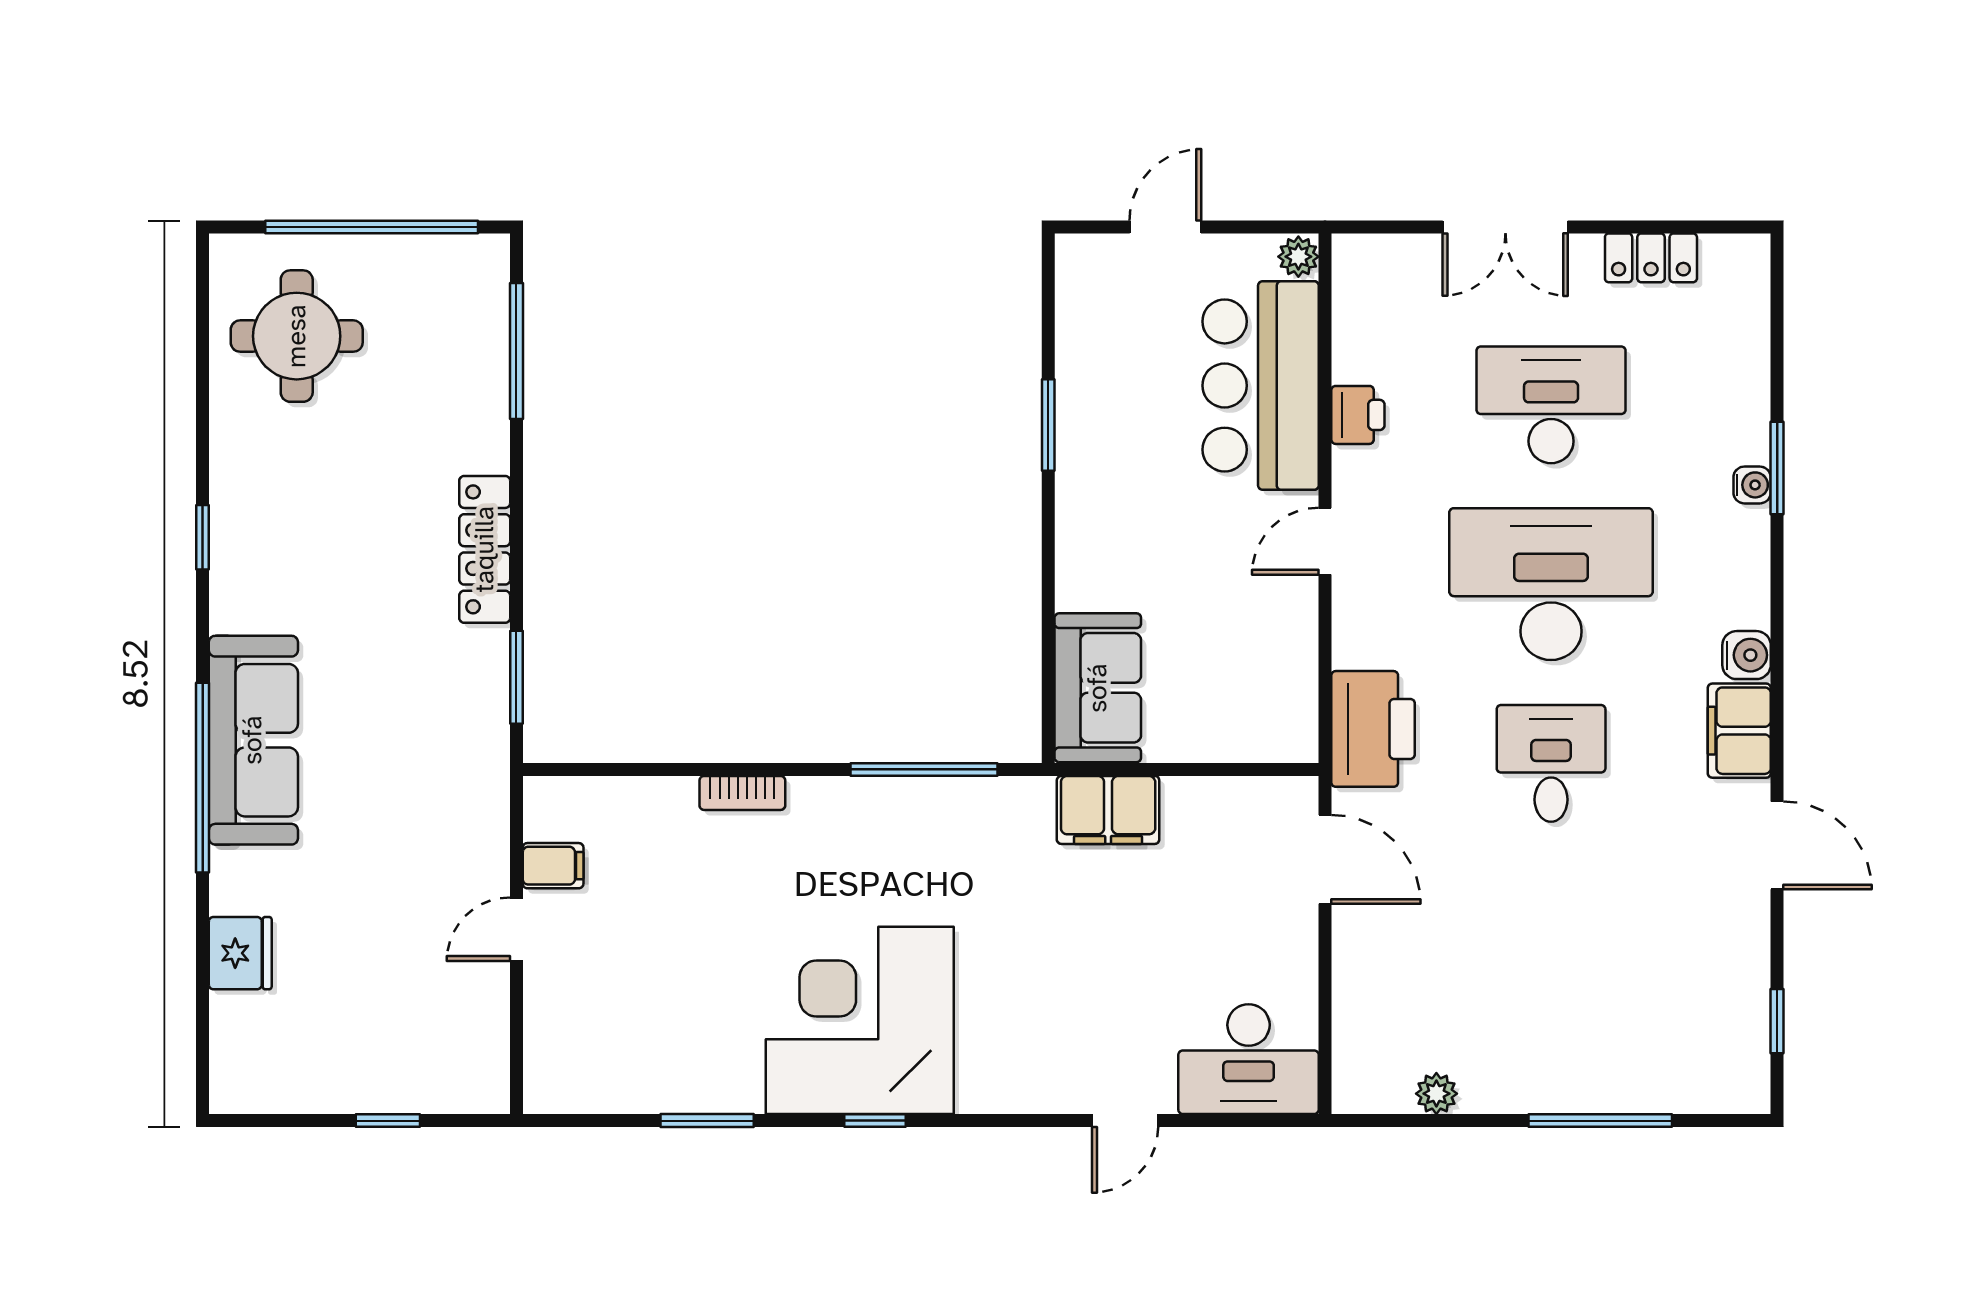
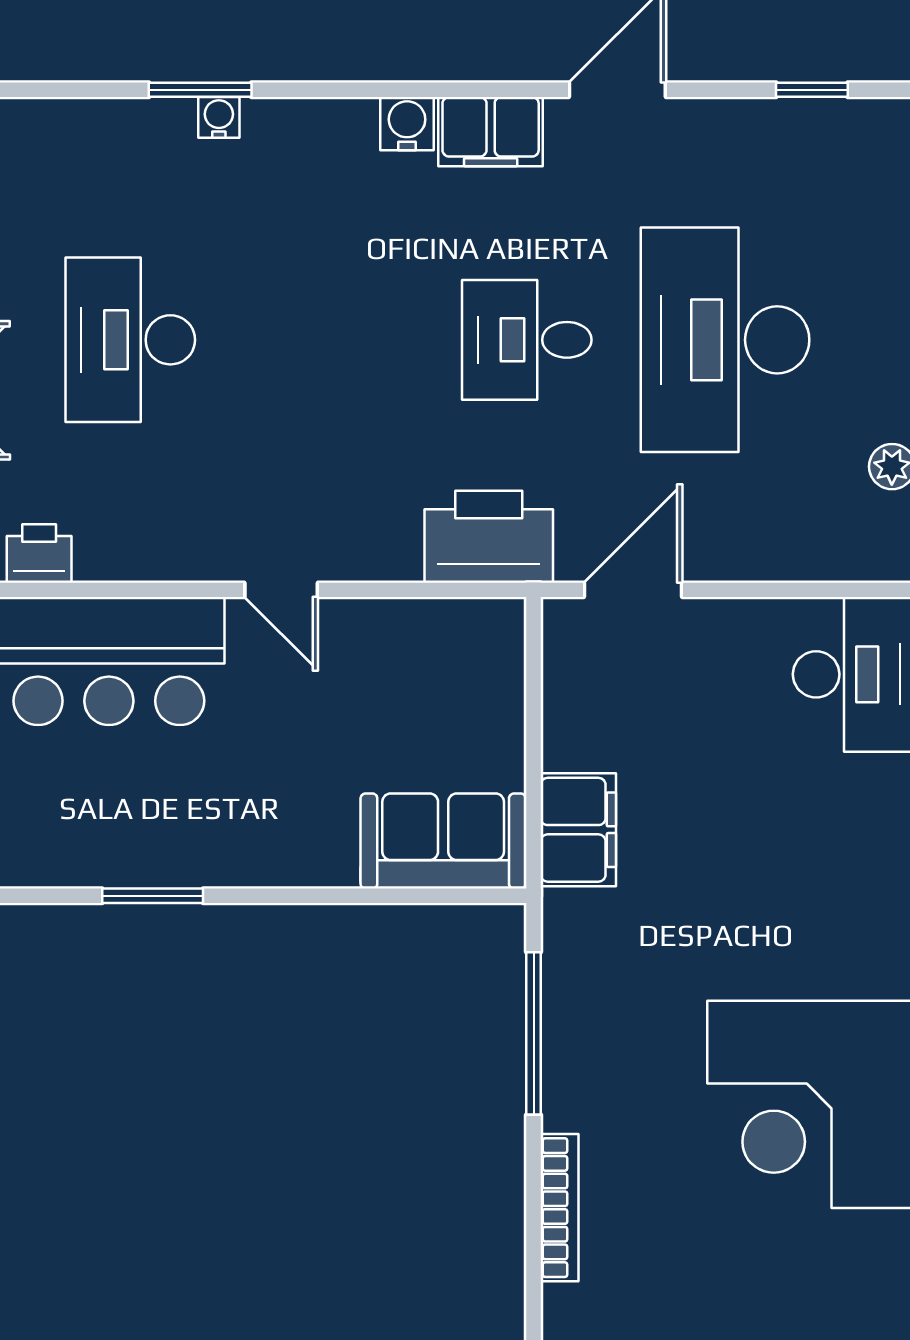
printer: (1358, 415) -> (39, 553), moved
desk: (1551, 584) -> (725, 340), moved
bookcase: (742, 793) -> (559, 1208), width x1.56

